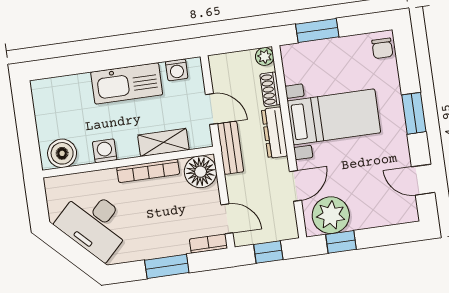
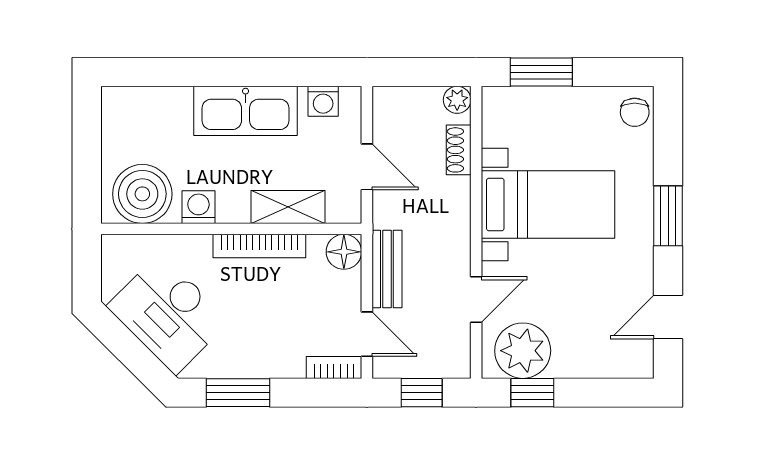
dresser: (275, 133) -> (456, 215), removed
bench: (230, 148) -> (387, 269), moved
boiler: (62, 153) -> (142, 194), width x1.37, depth x1.37
floor lamp: (201, 172) -> (344, 252), width x0.73, depth x0.73
door: (423, 180) -> (668, 317), hinge flipped
window: (167, 266) -> (238, 393), moved

